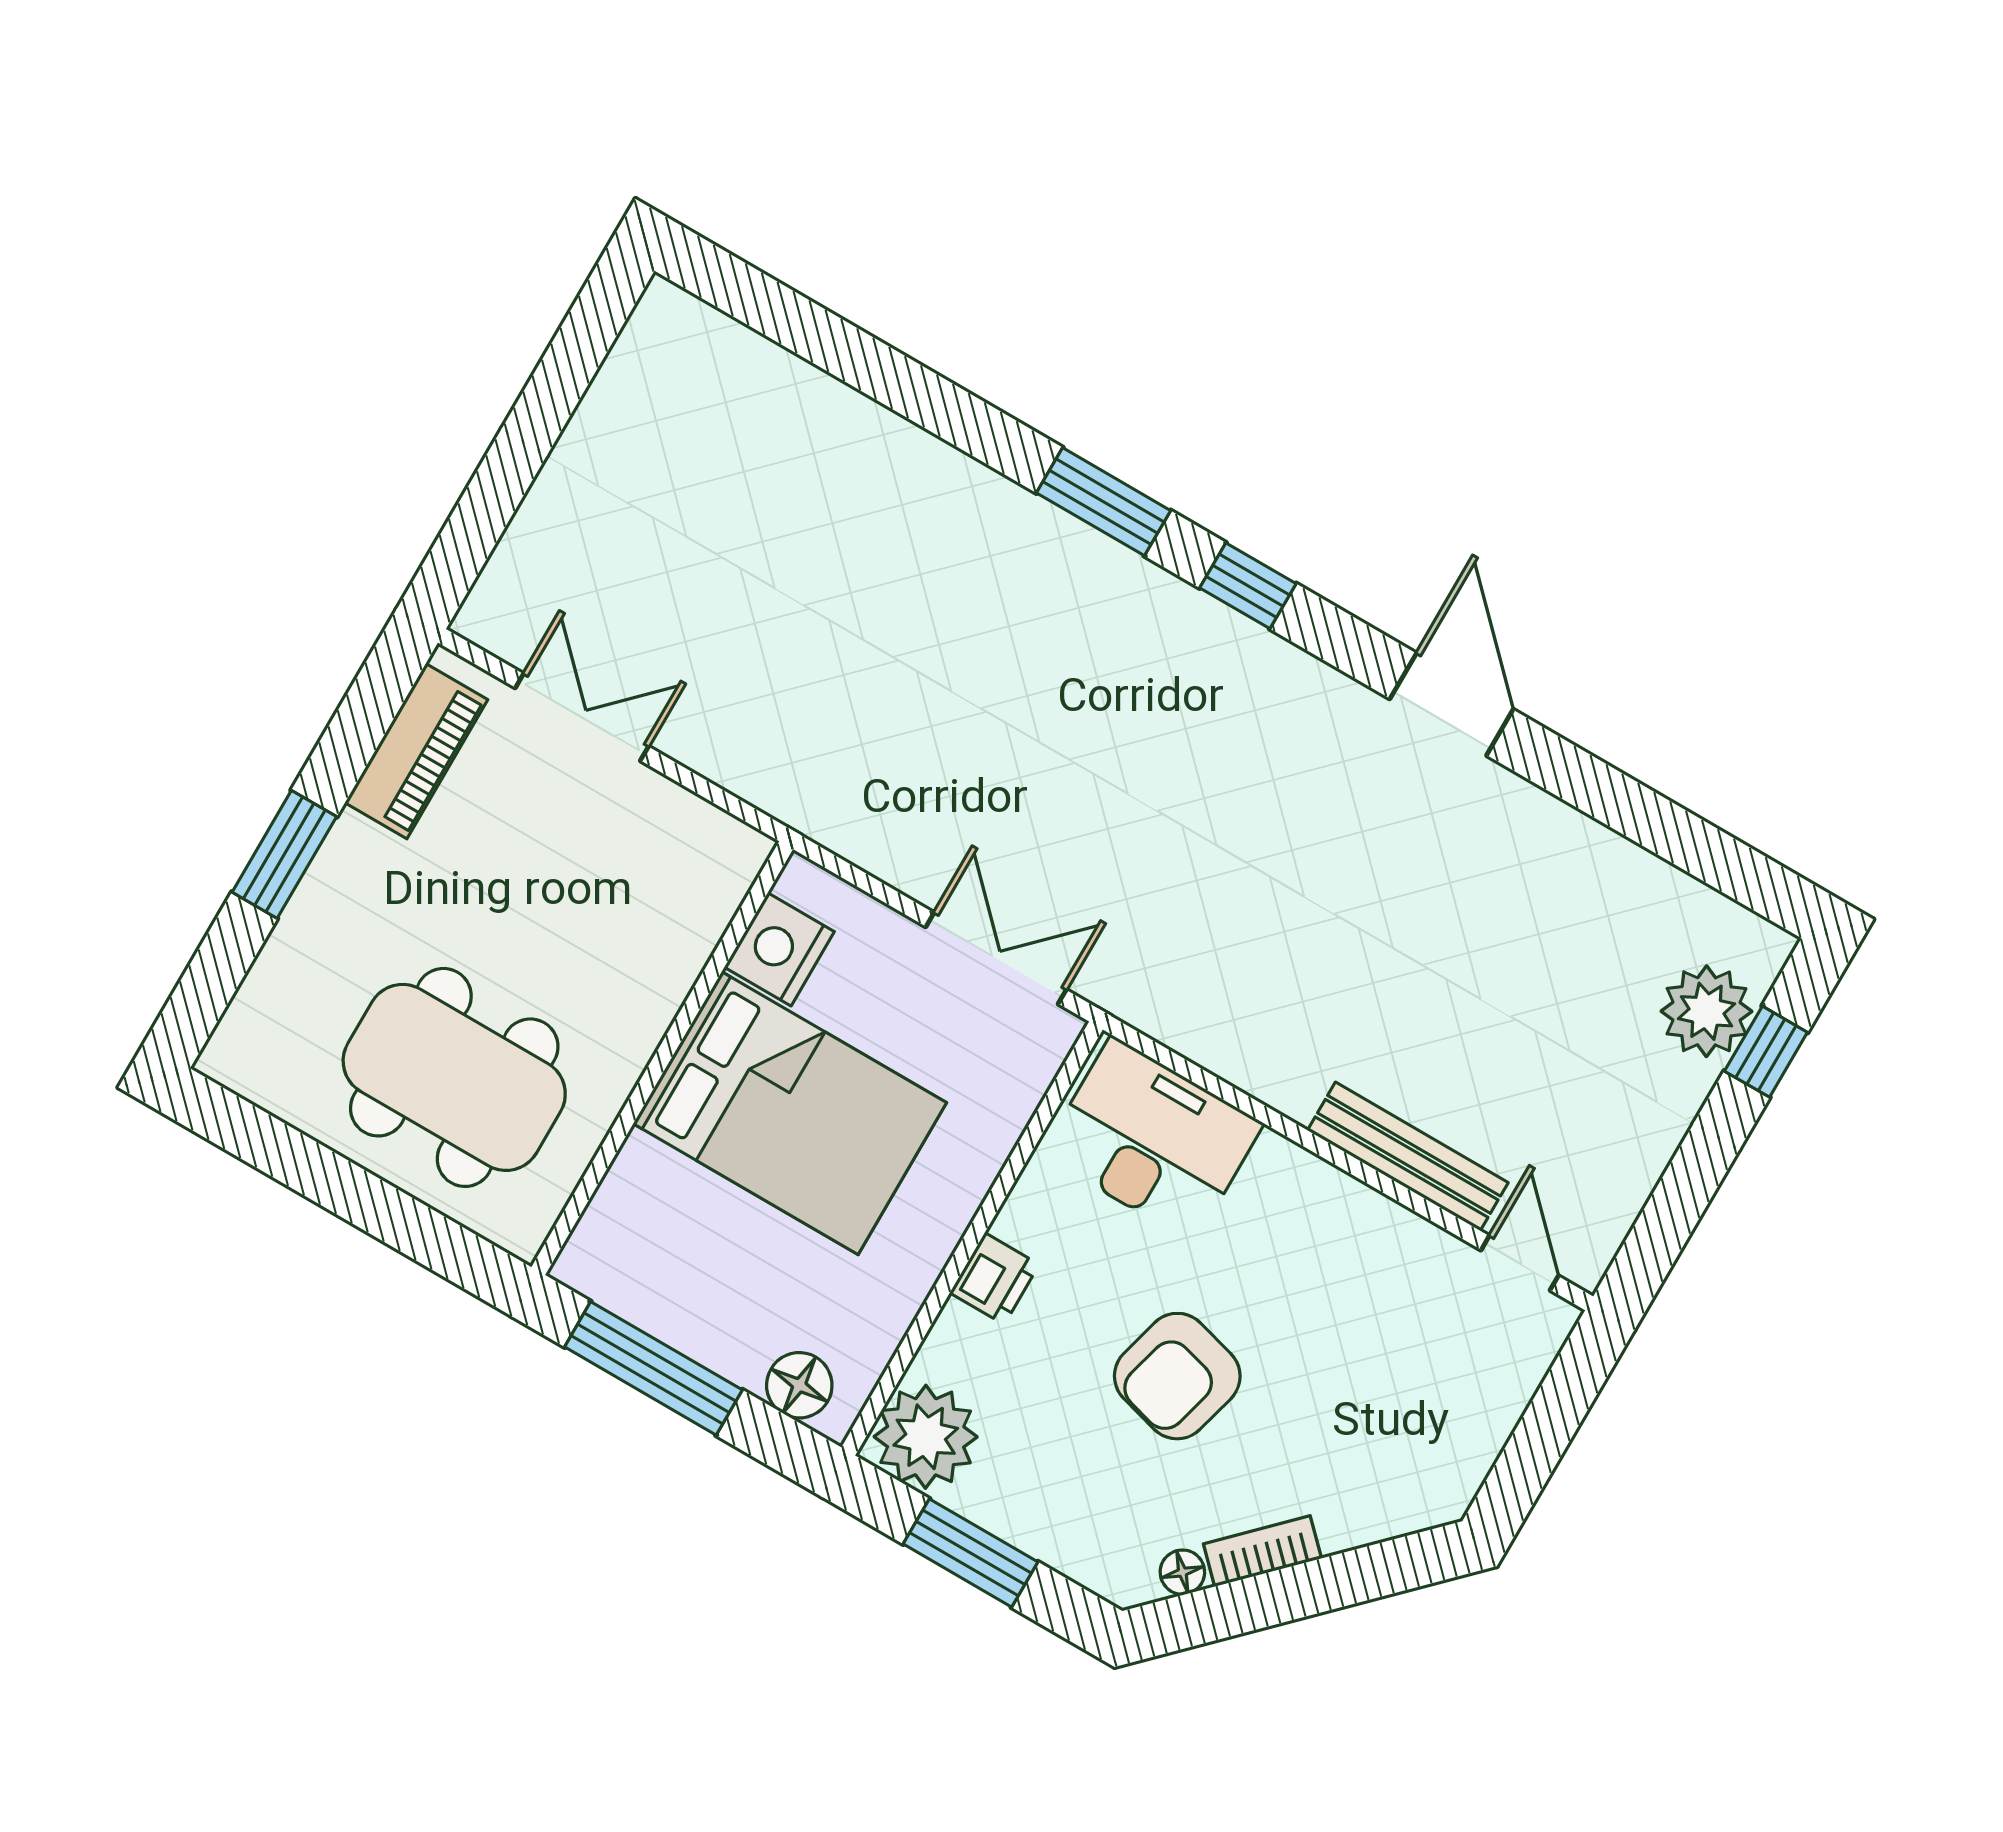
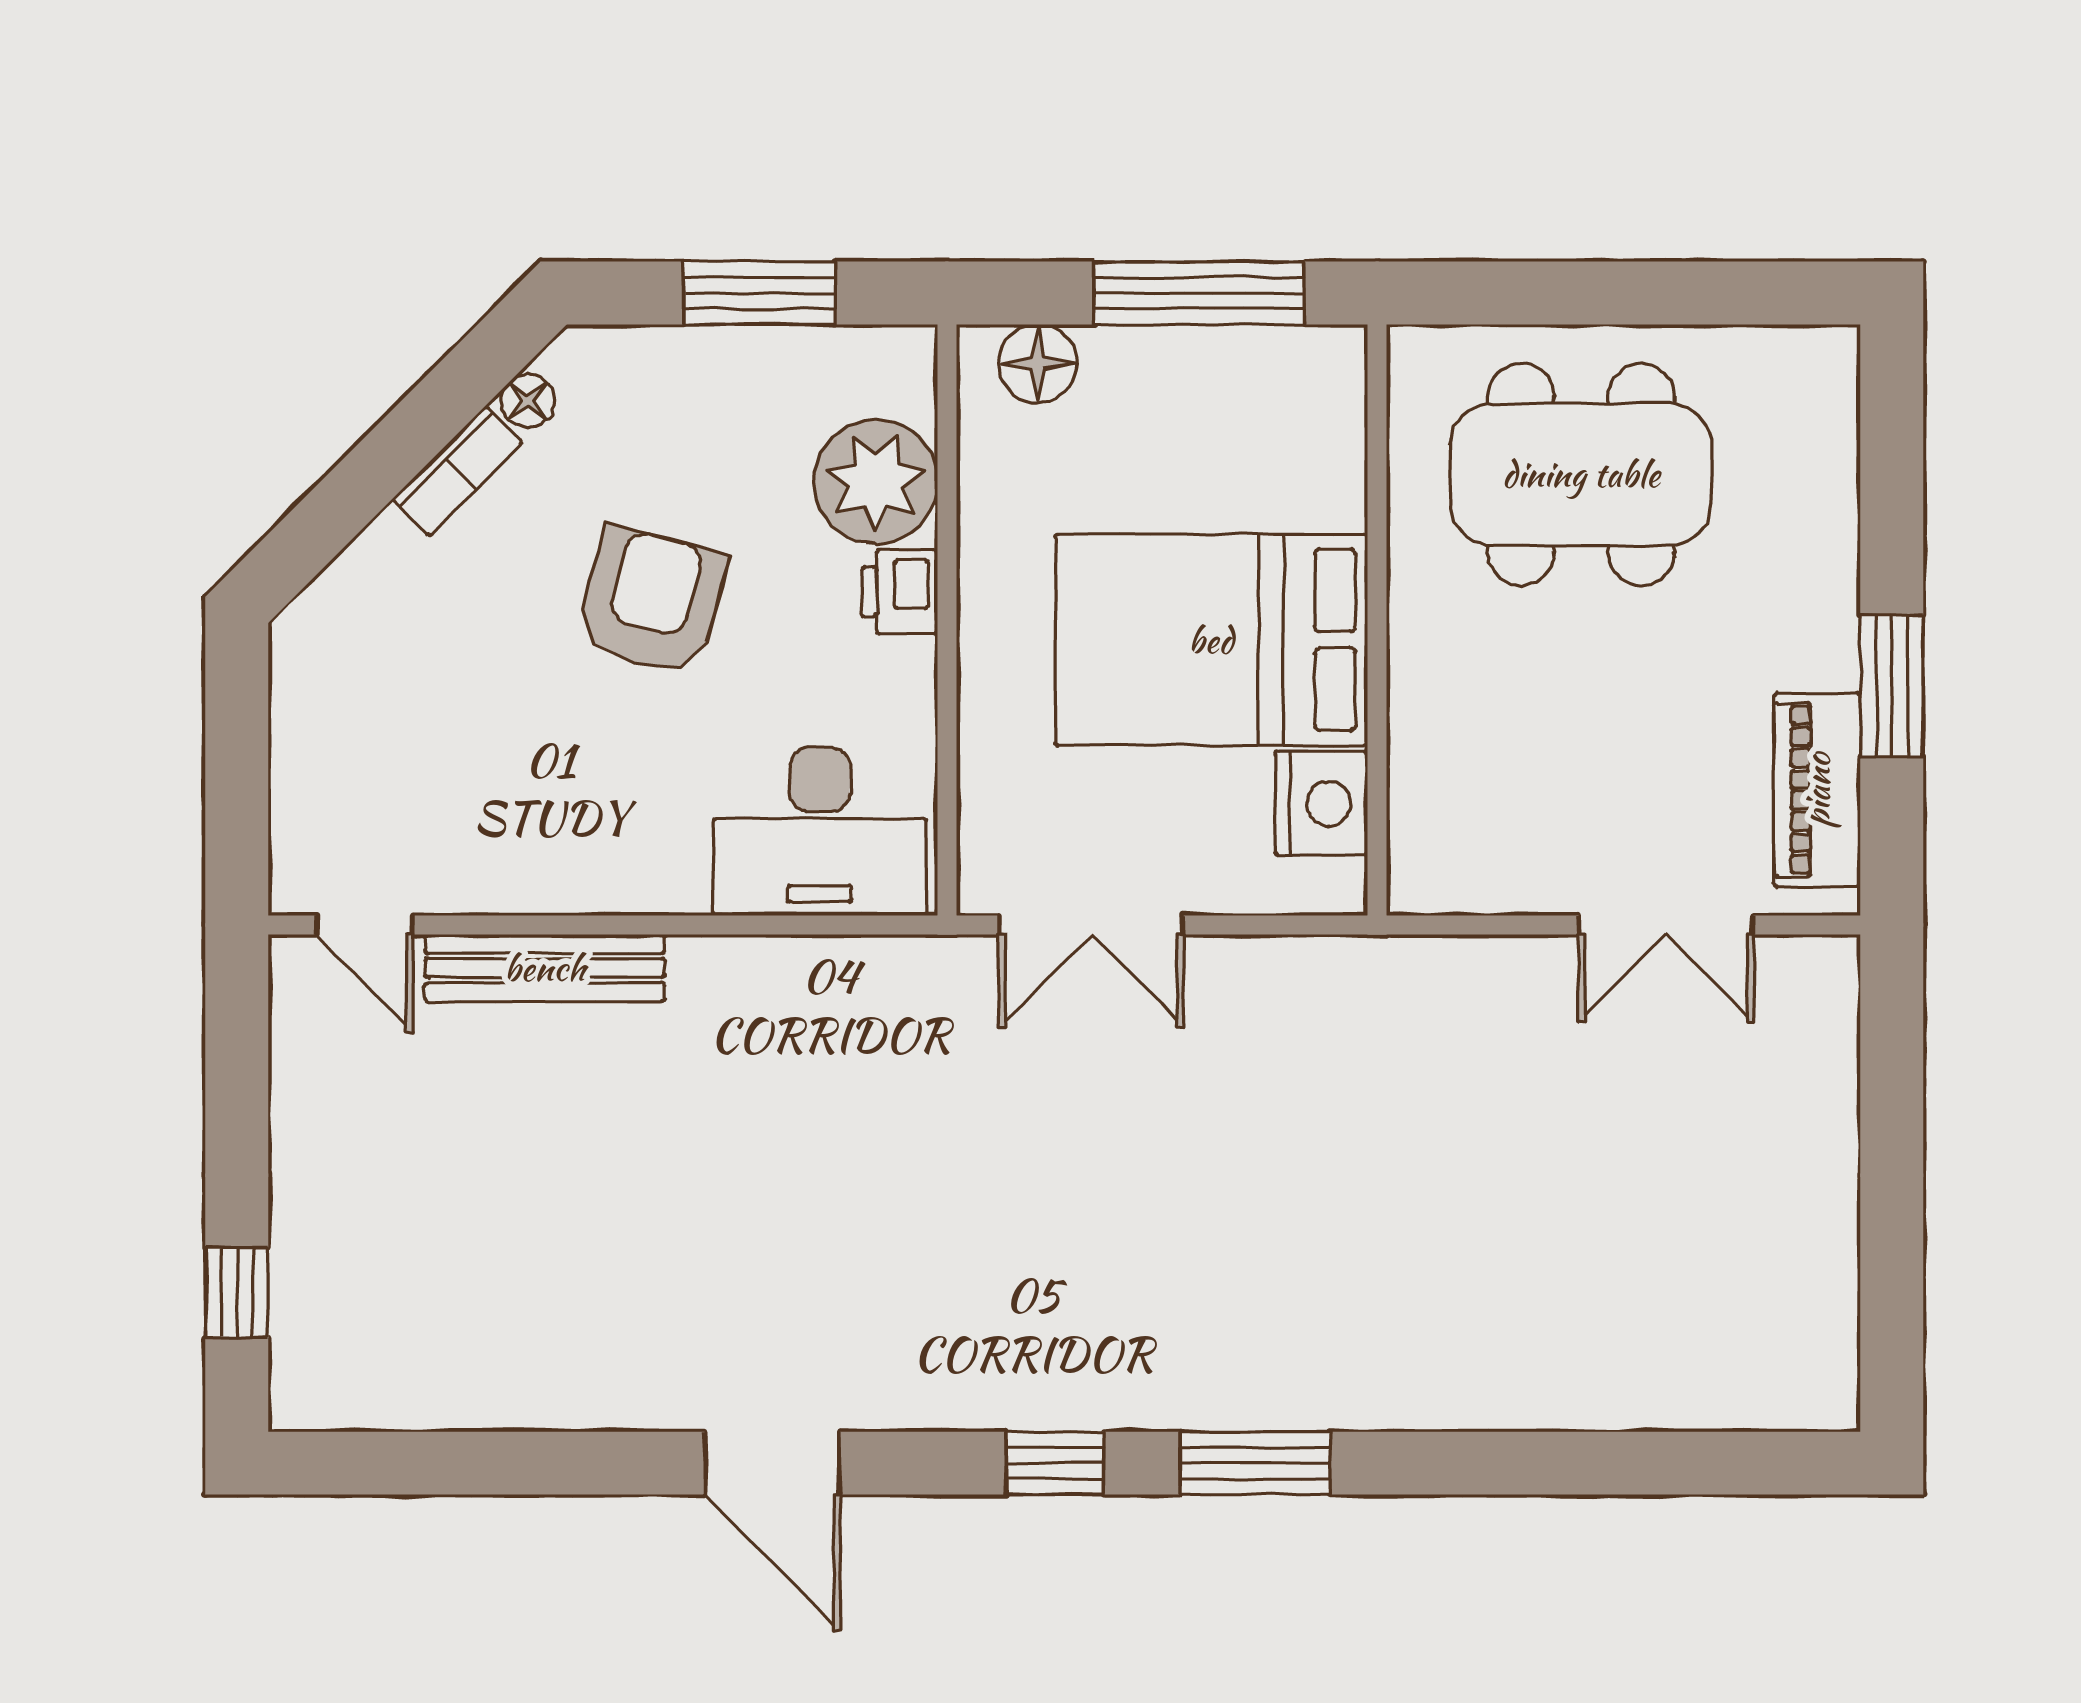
window: (284, 854) -> (1892, 686), moved
plant: (1706, 1011) -> (323, 1299), removed
plant: (926, 1437) -> (875, 482), moved

